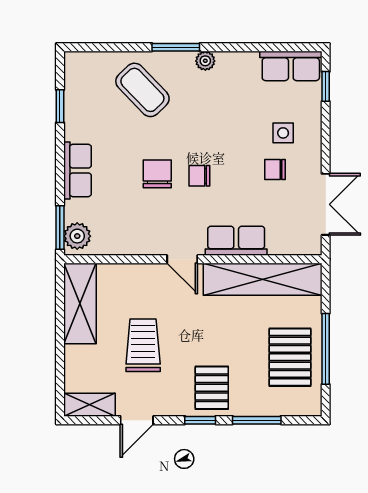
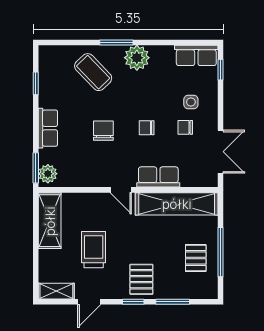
plant: (205, 61) -> (137, 58), width x1.88, depth x1.88
chair: (199, 176) -> (147, 128), moved
pallet: (290, 357) -> (196, 258), width x0.67, depth x0.71

